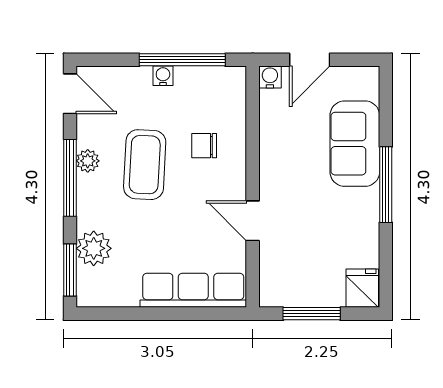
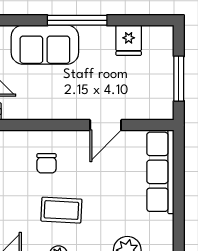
coffee table: (145, 165) -> (61, 210), width x0.73, depth x0.77
fridge: (362, 288) -> (129, 40), moved, turned -90

